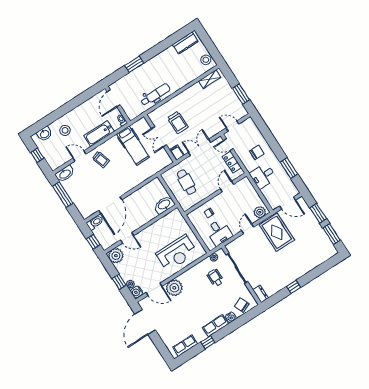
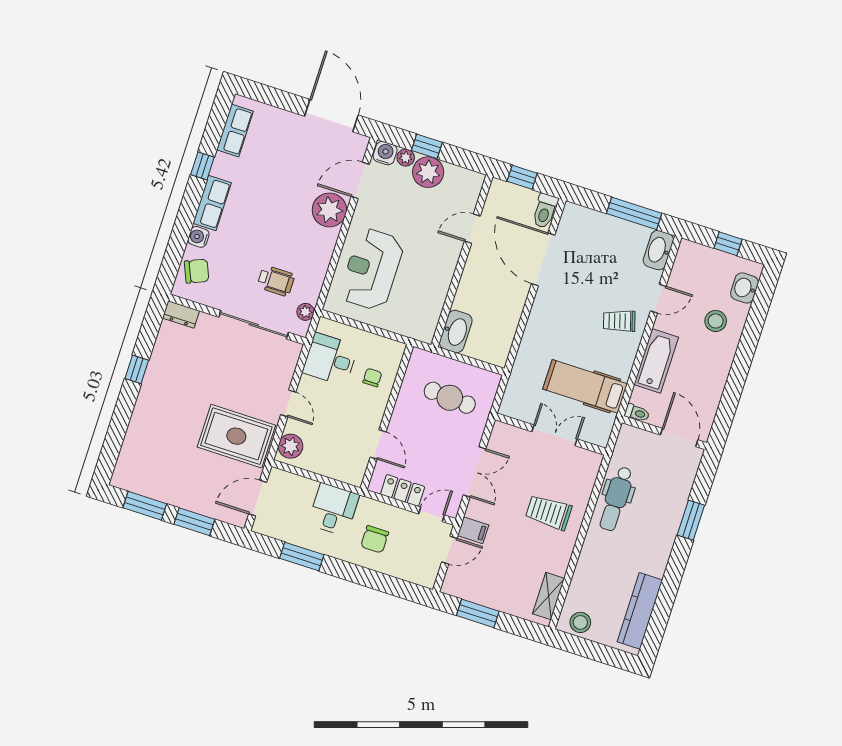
kitchen counter: (185, 43) -> (640, 611), width x1.50
trolley: (178, 122) -> (549, 512), moved
filing cabinet: (177, 153) -> (473, 530), moved
plant: (116, 256) -> (428, 172), moved

